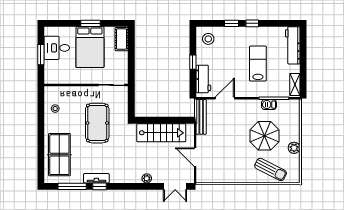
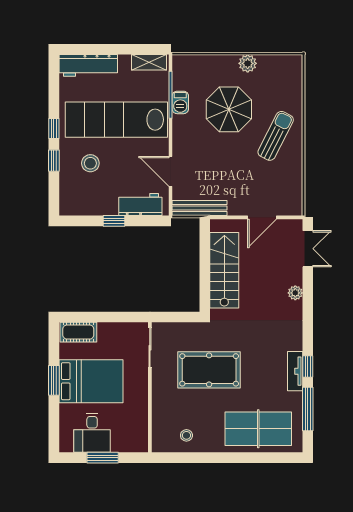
stool: (208, 39) -> (90, 163), moved
lab bench: (258, 64) -> (116, 120), width x1.86, depth x1.39
sun lounger: (271, 169) -> (276, 136), moved

